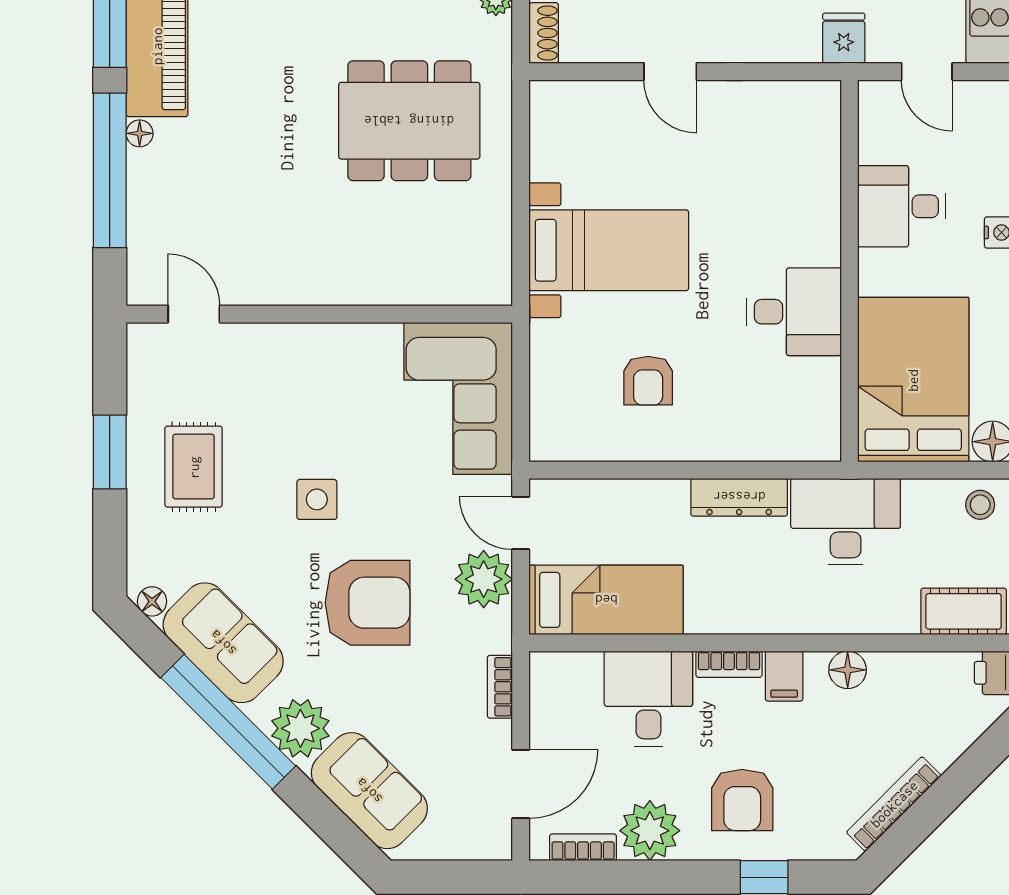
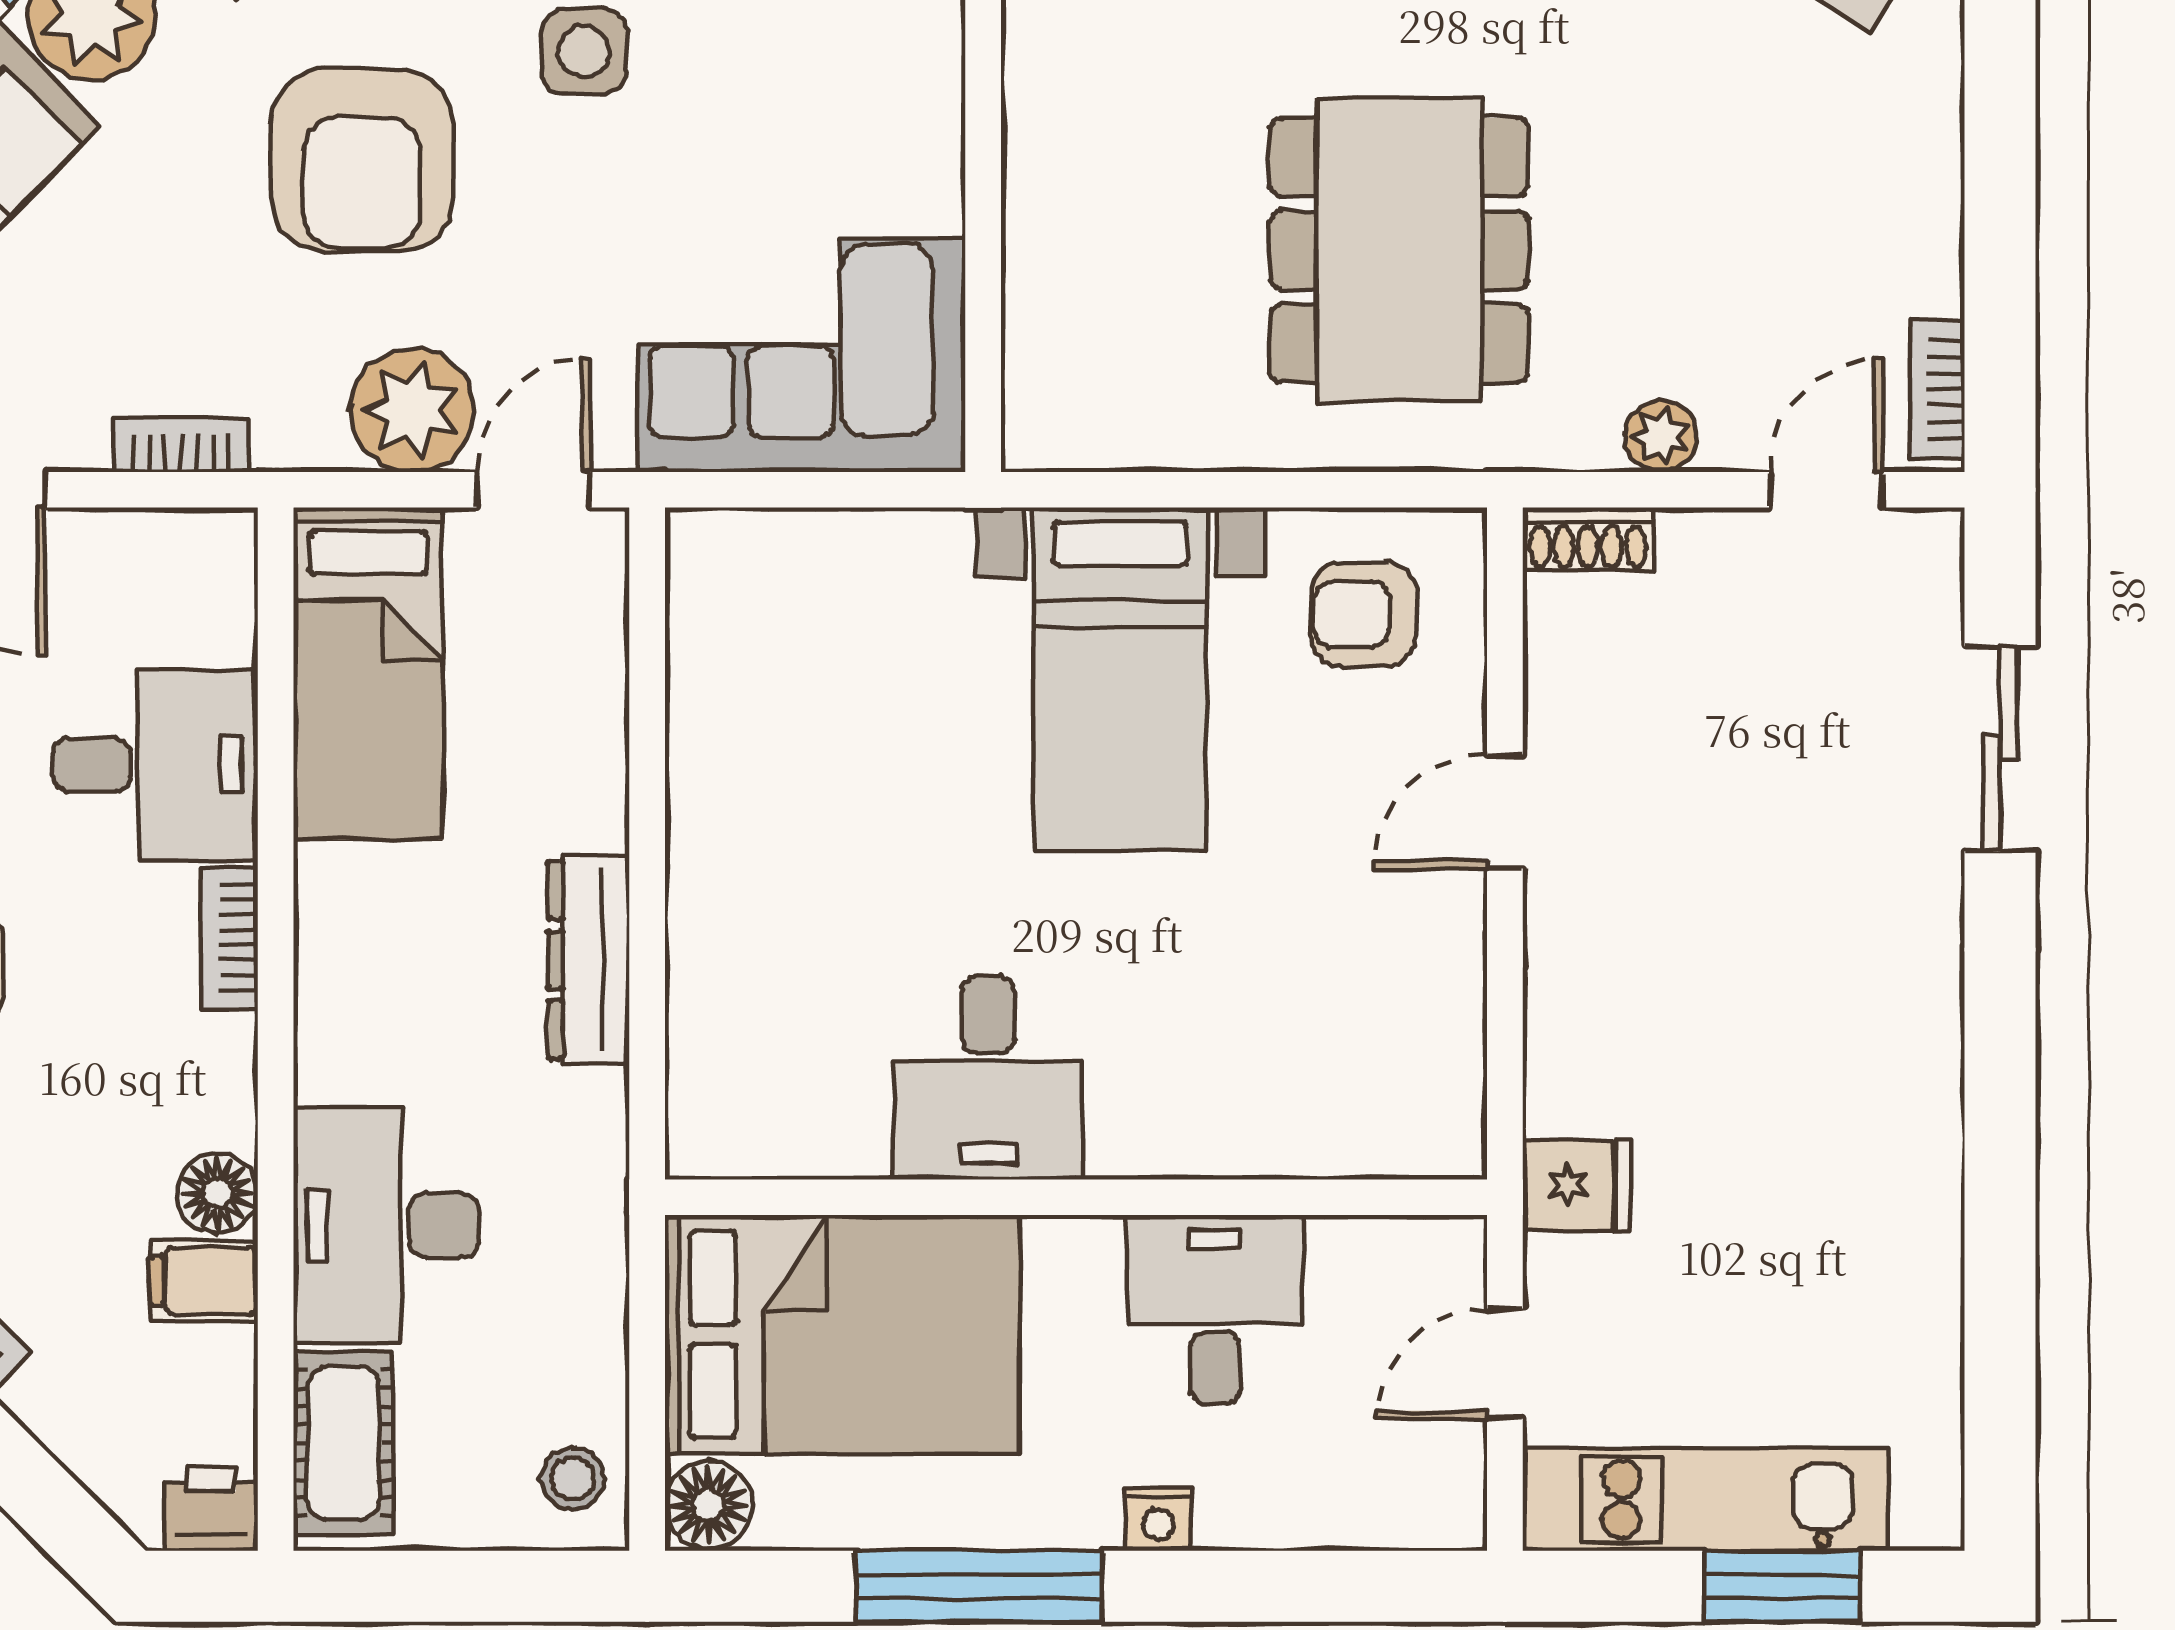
armchair: (648, 381) -> (1364, 614), moved
desk: (846, 522) -> (386, 1225), moved, turned 180
filing cabinet: (784, 676) -> (204, 1281), moved

